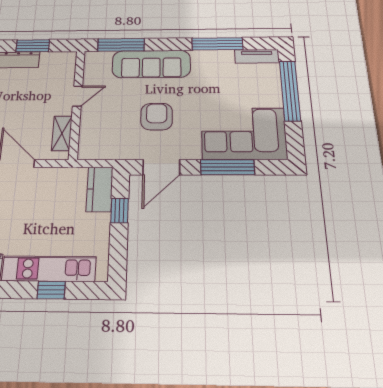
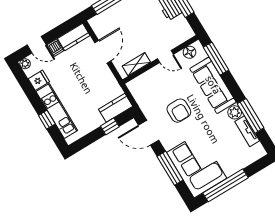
tv unit: (257, 56) -> (247, 131), moved
plant: (201, 58) -> (235, 112), added
floor lamp: (92, 68) -> (189, 52), added
window: (290, 91) -> (225, 185), moved
armchair: (157, 117) -> (179, 111), turned 90

